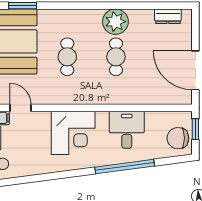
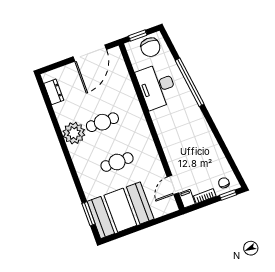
desk: (127, 130) -> (157, 86), width x1.37
corner desk: (73, 133) -> (177, 134), removed

